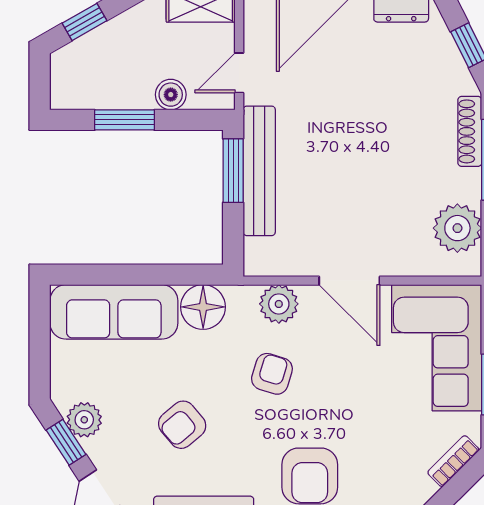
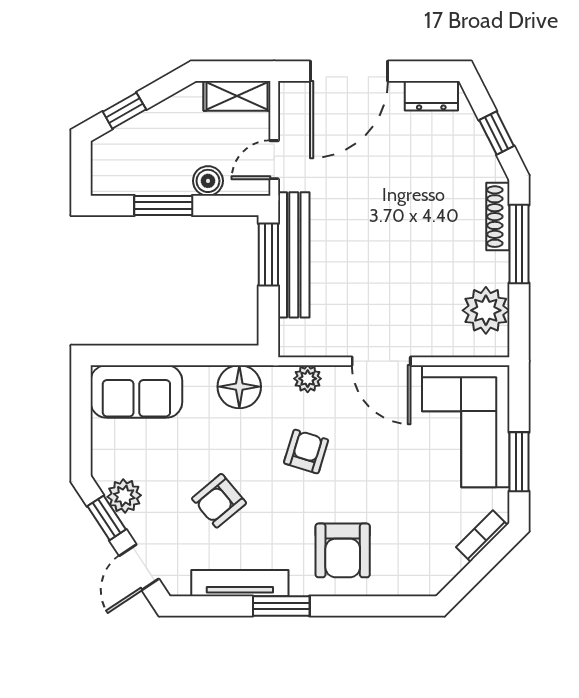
plant: (279, 304) -> (308, 379), width x0.73, depth x0.73
sofa: (114, 312) -> (136, 391), width x0.73

